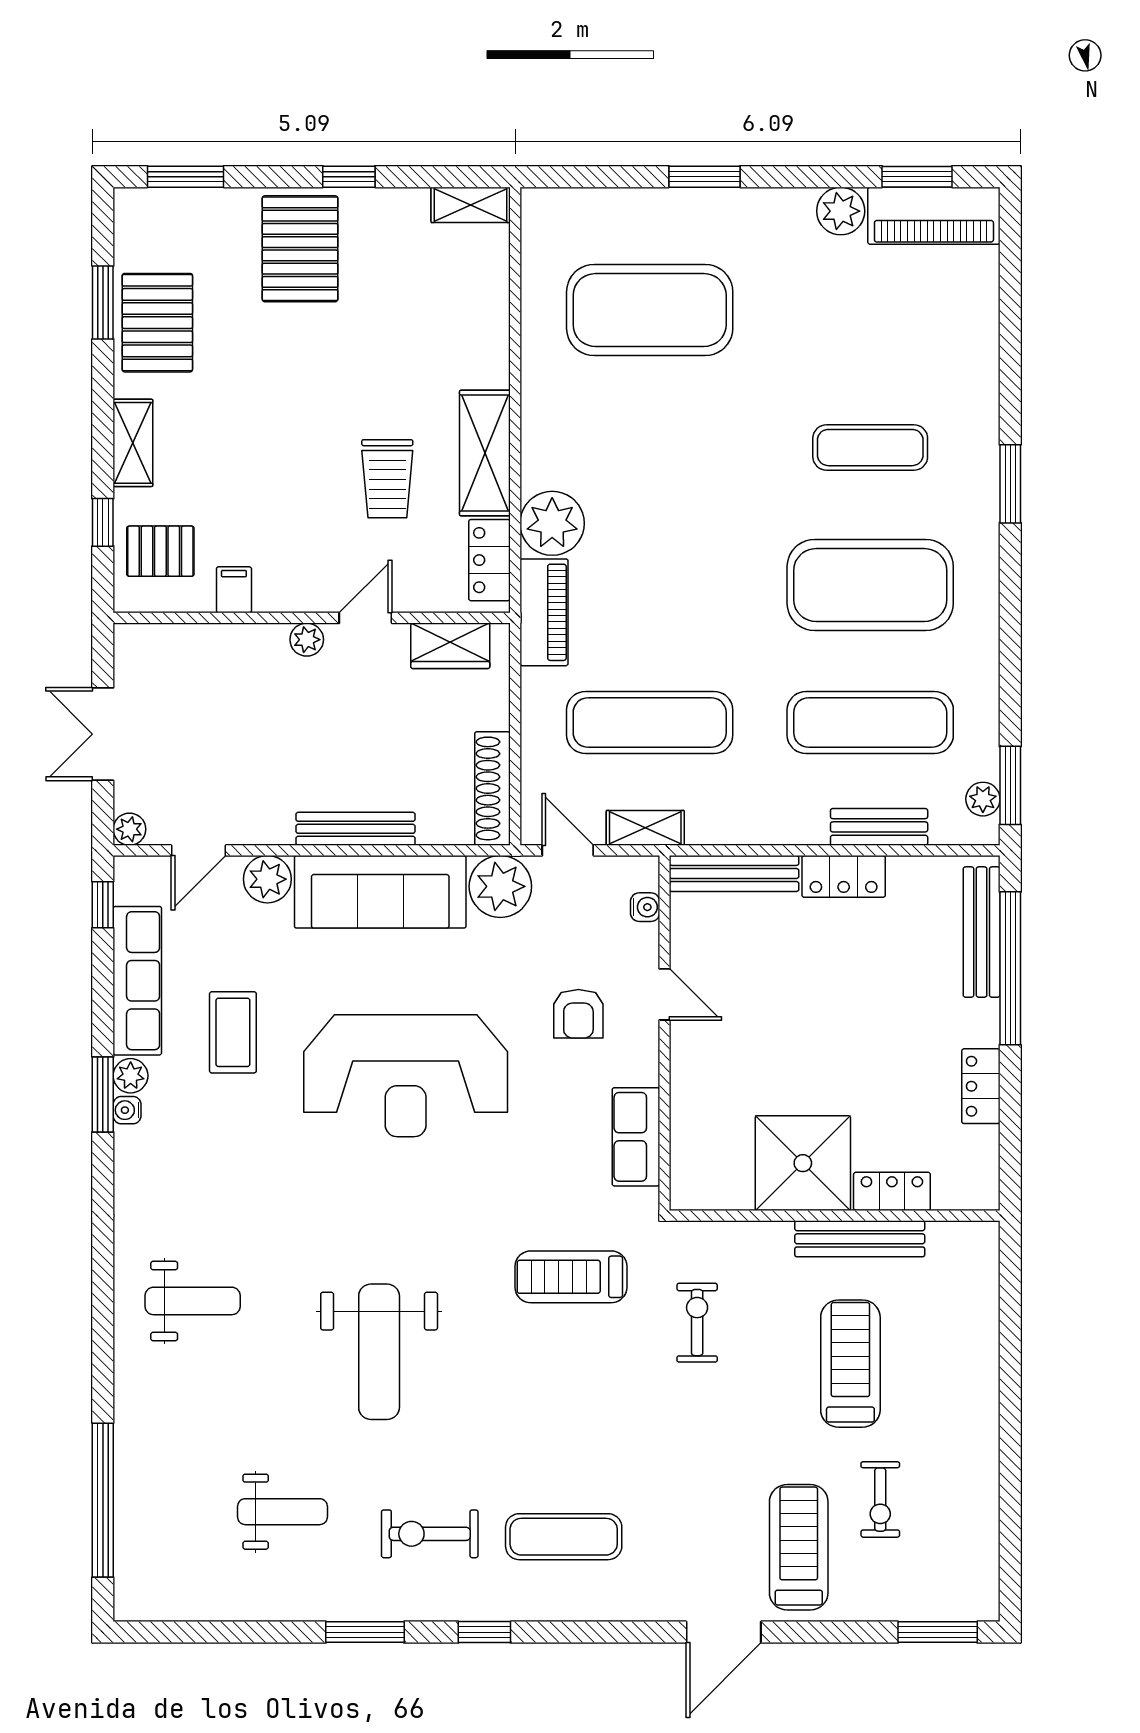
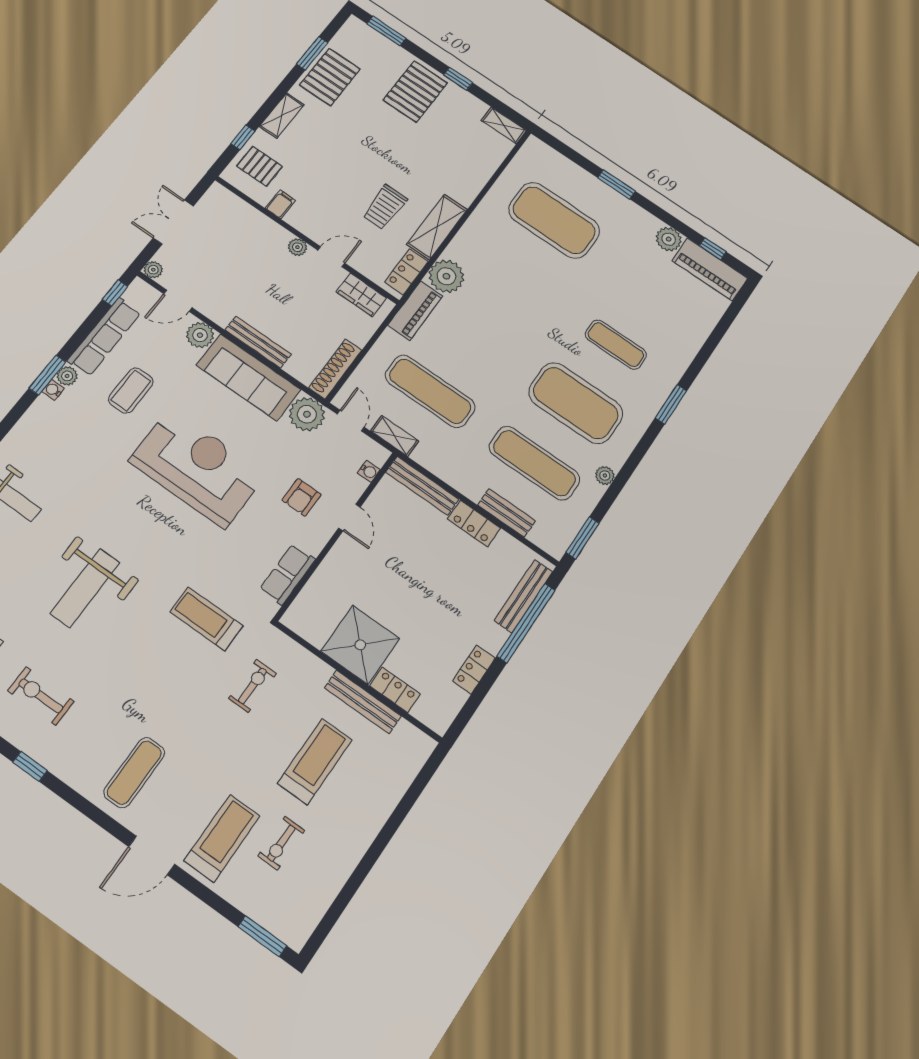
window: (917, 177) -> (713, 249), width x0.67
plant: (983, 799) -> (605, 475), moved
reception desk: (406, 1076) -> (197, 468), turned 180
exercise mat: (564, 1537) -> (134, 773), moved, turned 90

